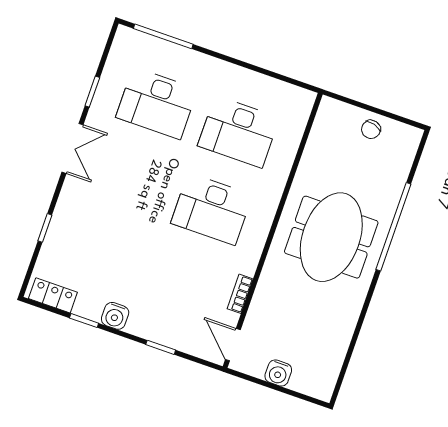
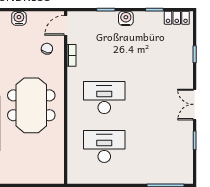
desk: (157, 103) -> (156, 146), removed
chair: (371, 129) -> (47, 49), moved
water cooler: (115, 316) -> (126, 18), moved
door: (233, 345) -> (66, 25), swing flipped
water cooler: (278, 373) -> (19, 18), moved

